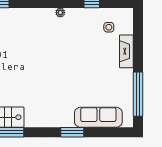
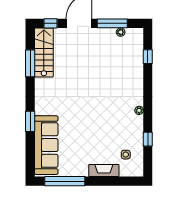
sofa: (98, 117) -> (46, 145), width x1.36, depth x1.27

